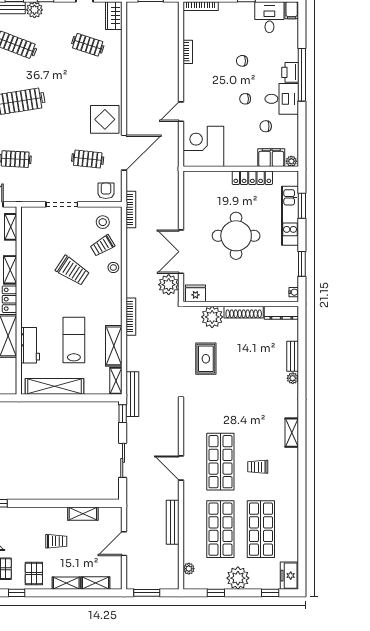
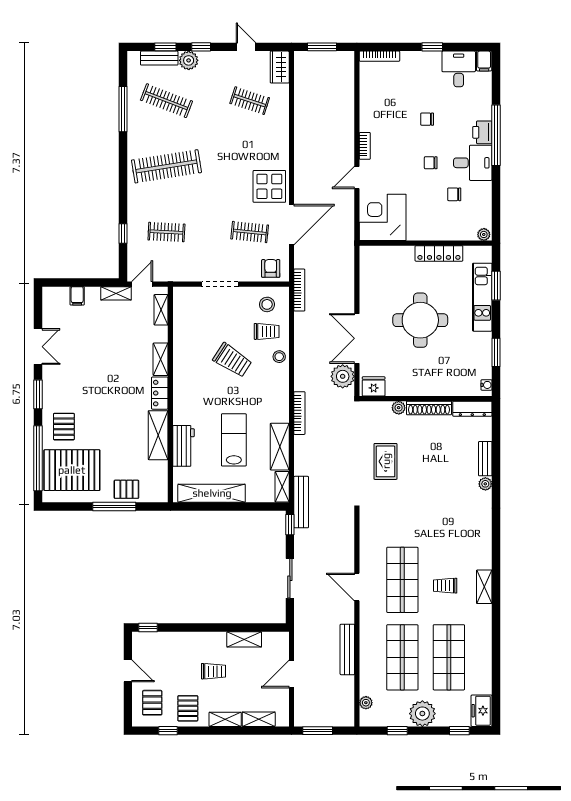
bookcase: (188, 52) -> (365, 146), moved
filing cabinet: (271, 158) -> (461, 230), removed
trolley: (102, 246) -> (267, 331), turned -149
plant: (212, 317) -> (399, 408), width x0.53, depth x0.53
shelving: (292, 433) -> (484, 587), moved

